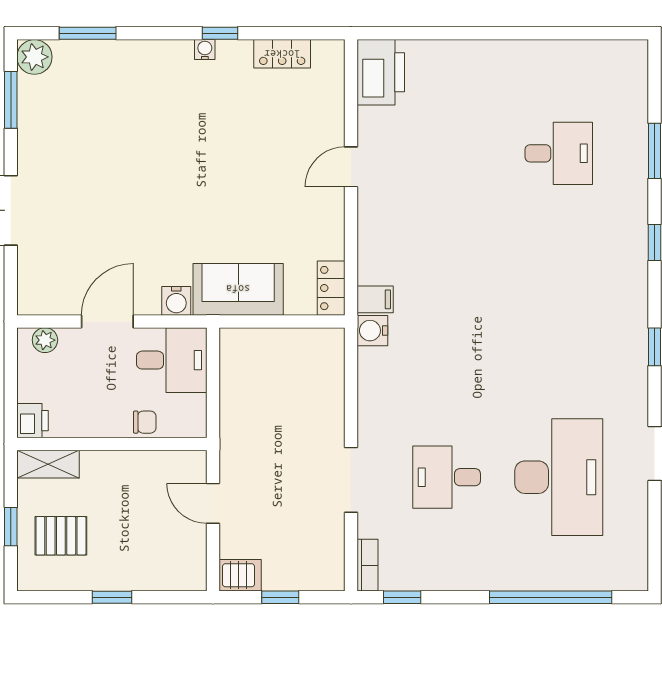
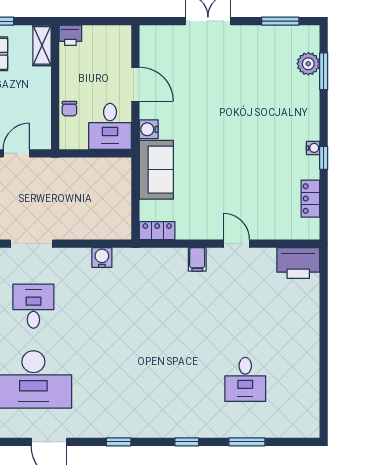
plant: (34, 57) -> (308, 64), moved
filing cabinet: (375, 299) -> (197, 259), moved
water cooler: (372, 331) -> (102, 258), moved
plant: (45, 340) -> (123, 43), removed

